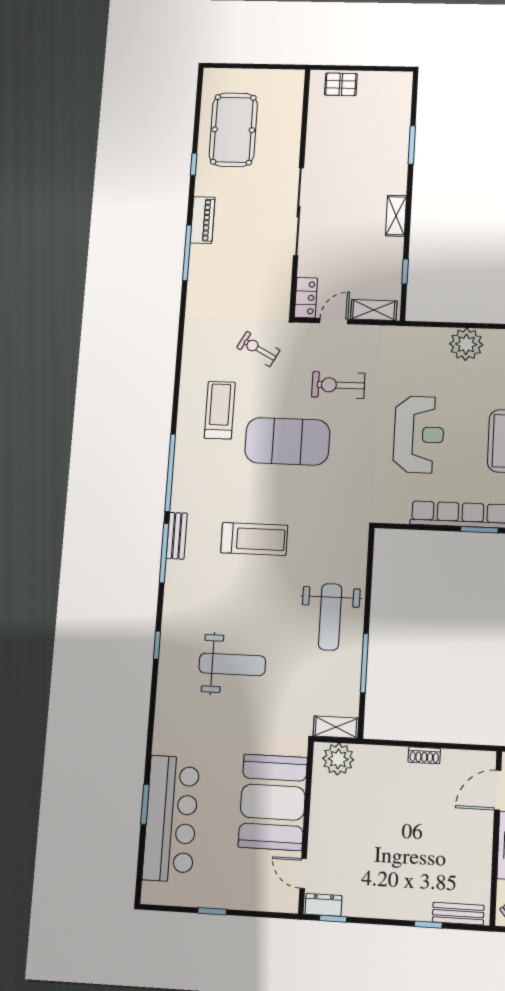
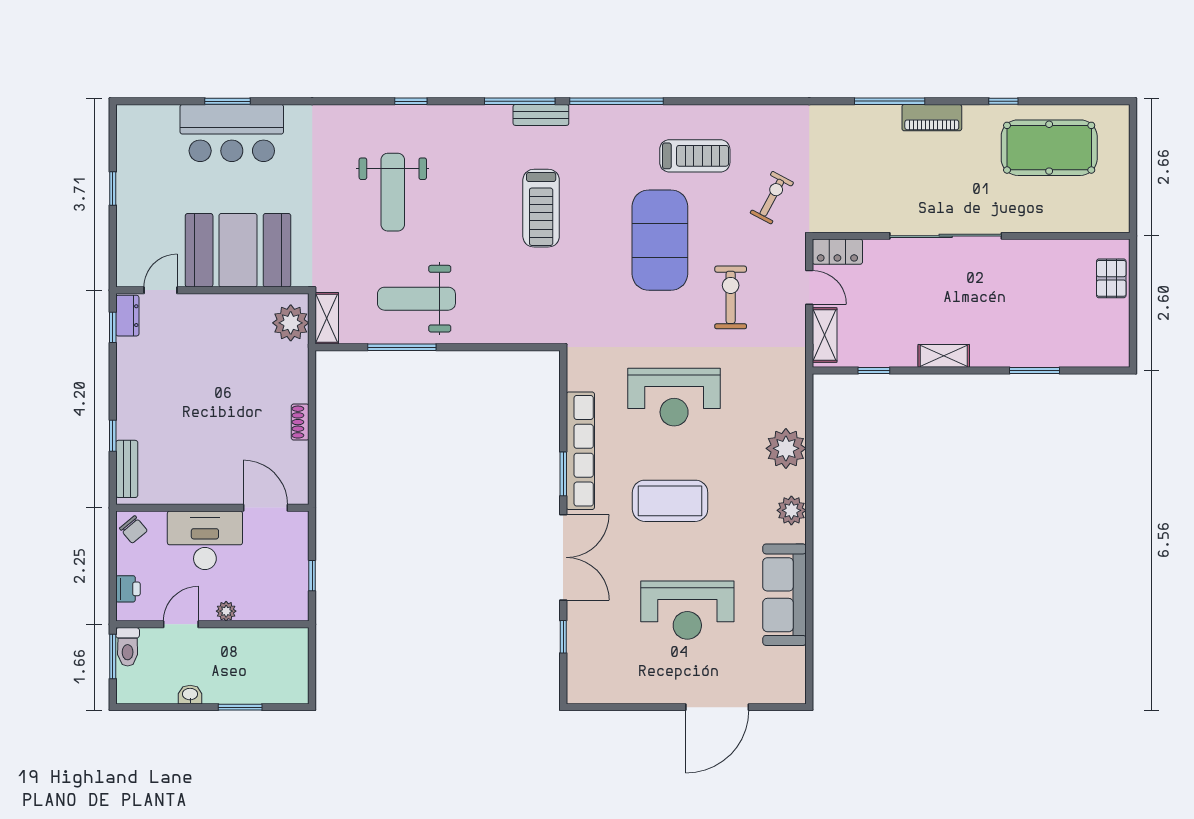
weight bench: (330, 617) -> (416, 299), moved
bar counter: (171, 819) -> (232, 133), width x0.73

